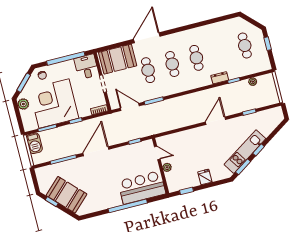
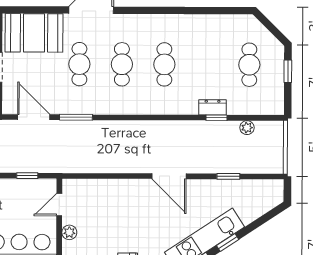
dresser: (220, 78) -> (213, 107), moved
door: (215, 121) -> (169, 176), swing flipped
door: (157, 153) -> (59, 205), swing flipped

